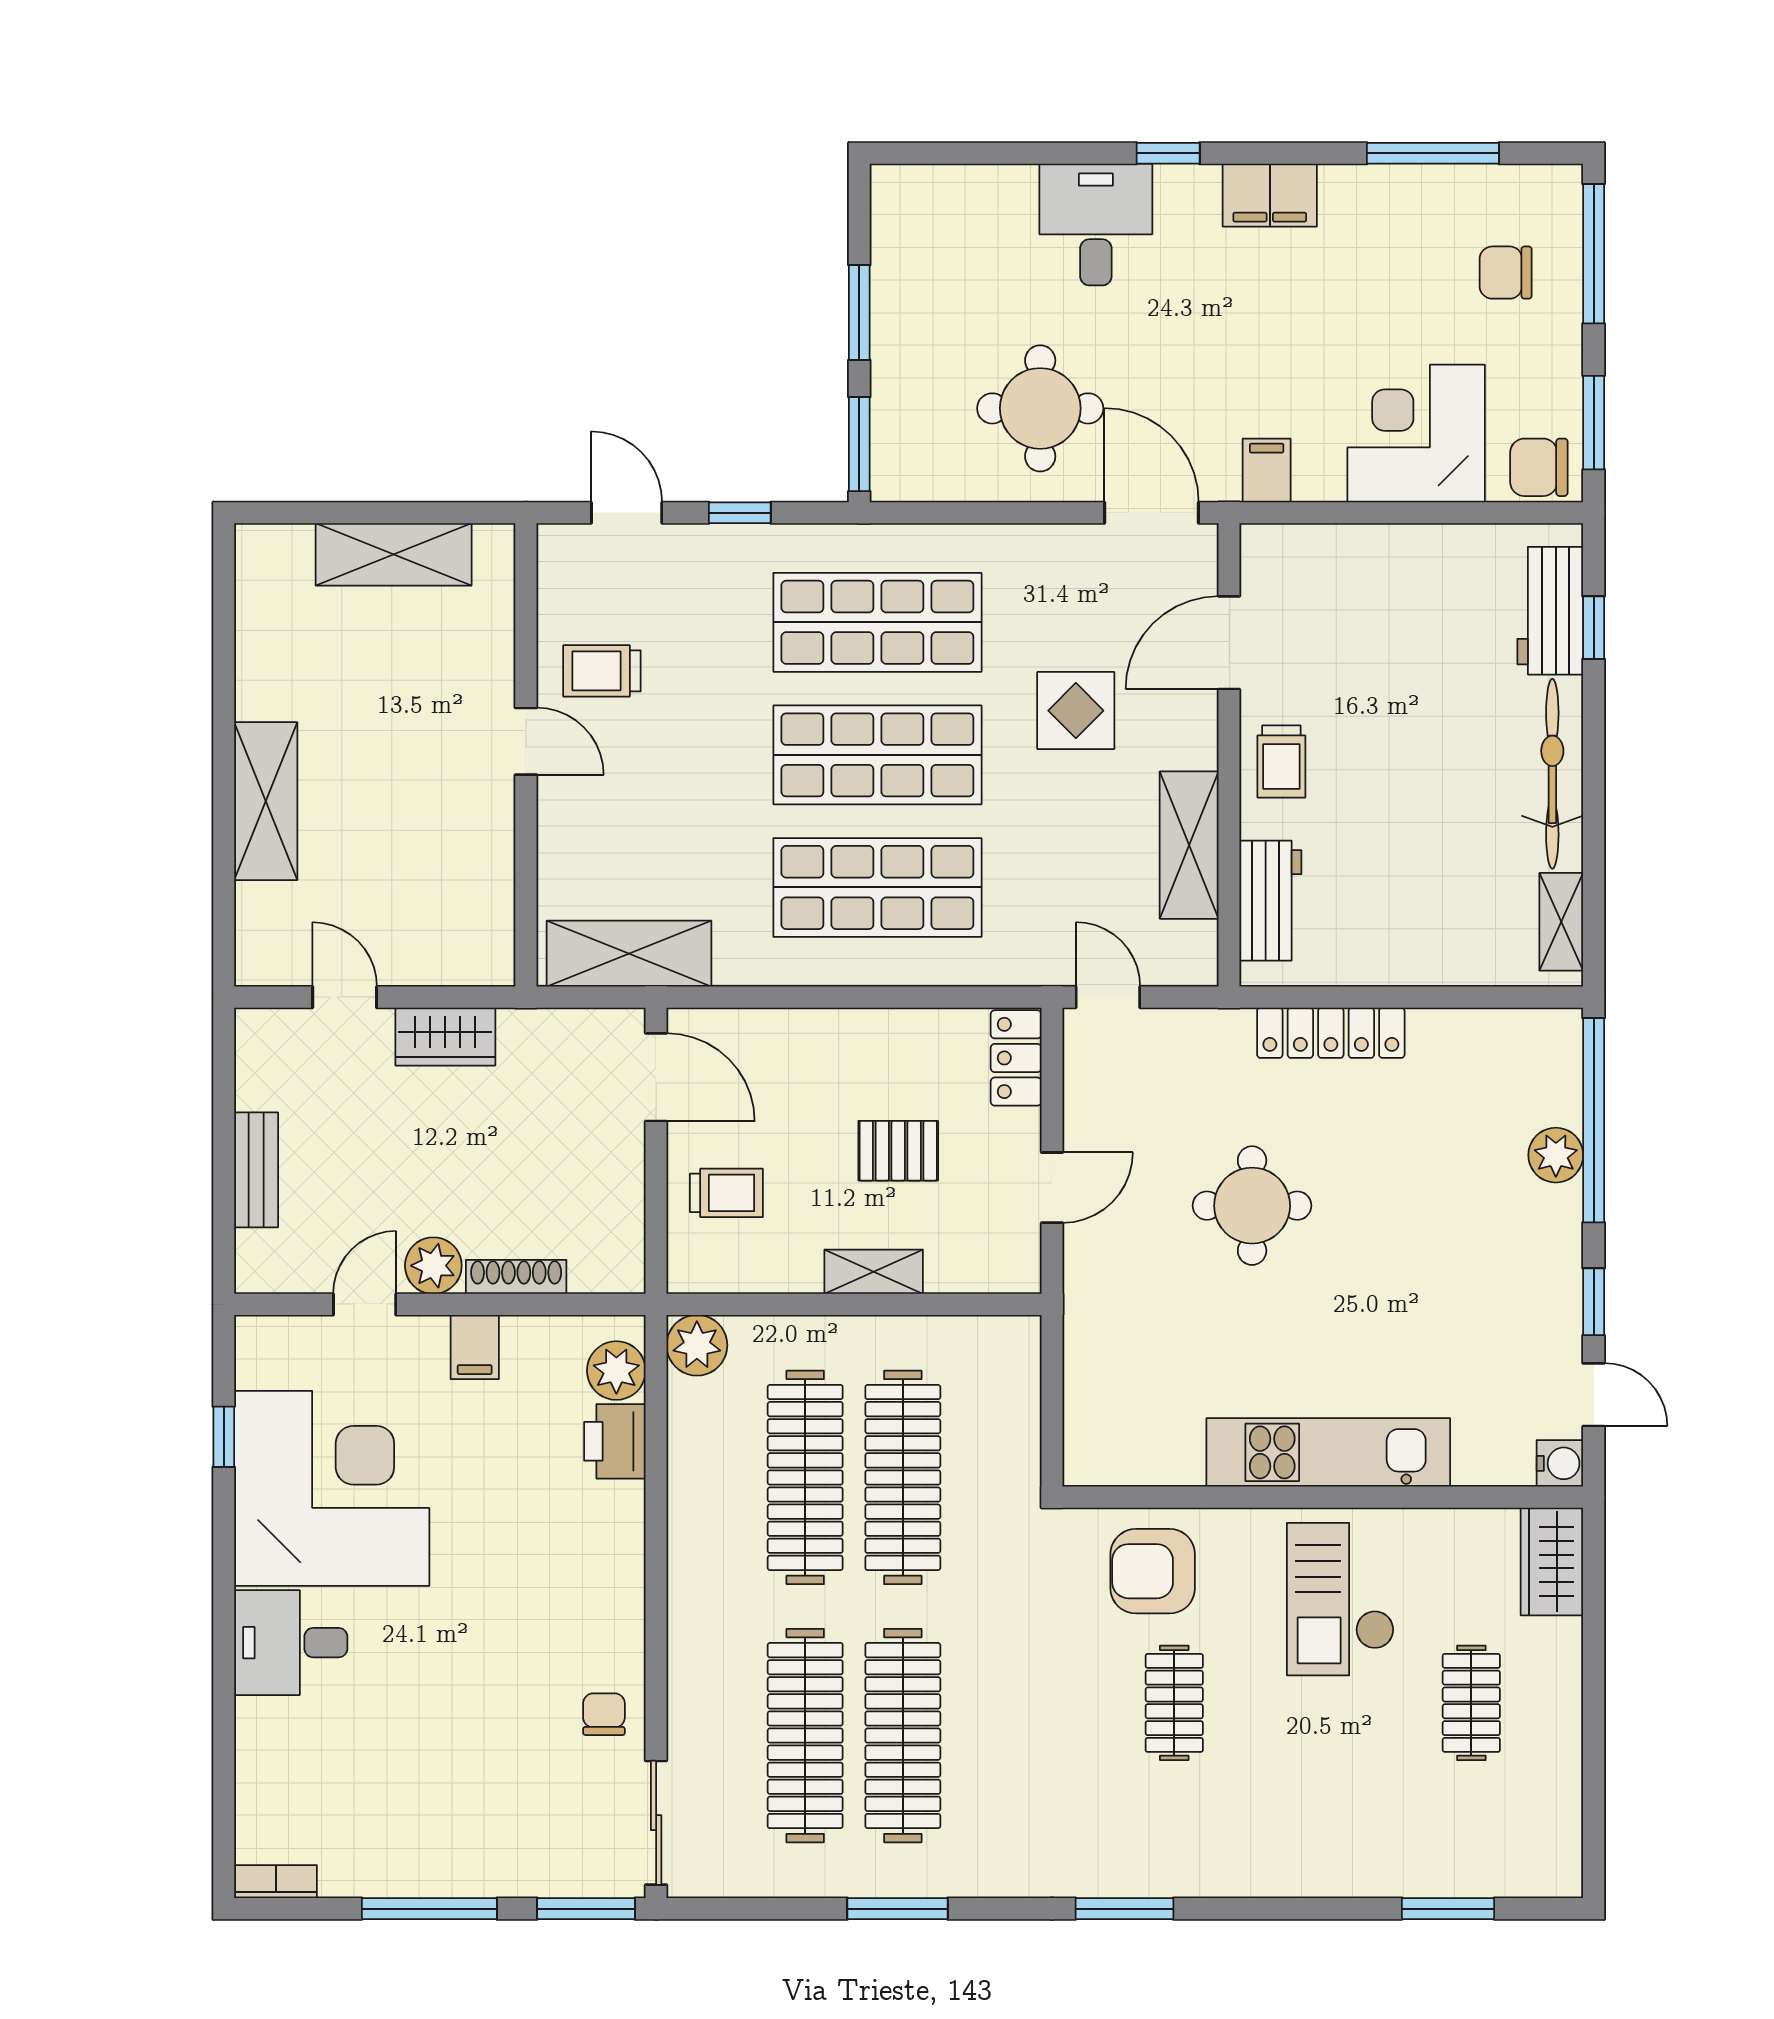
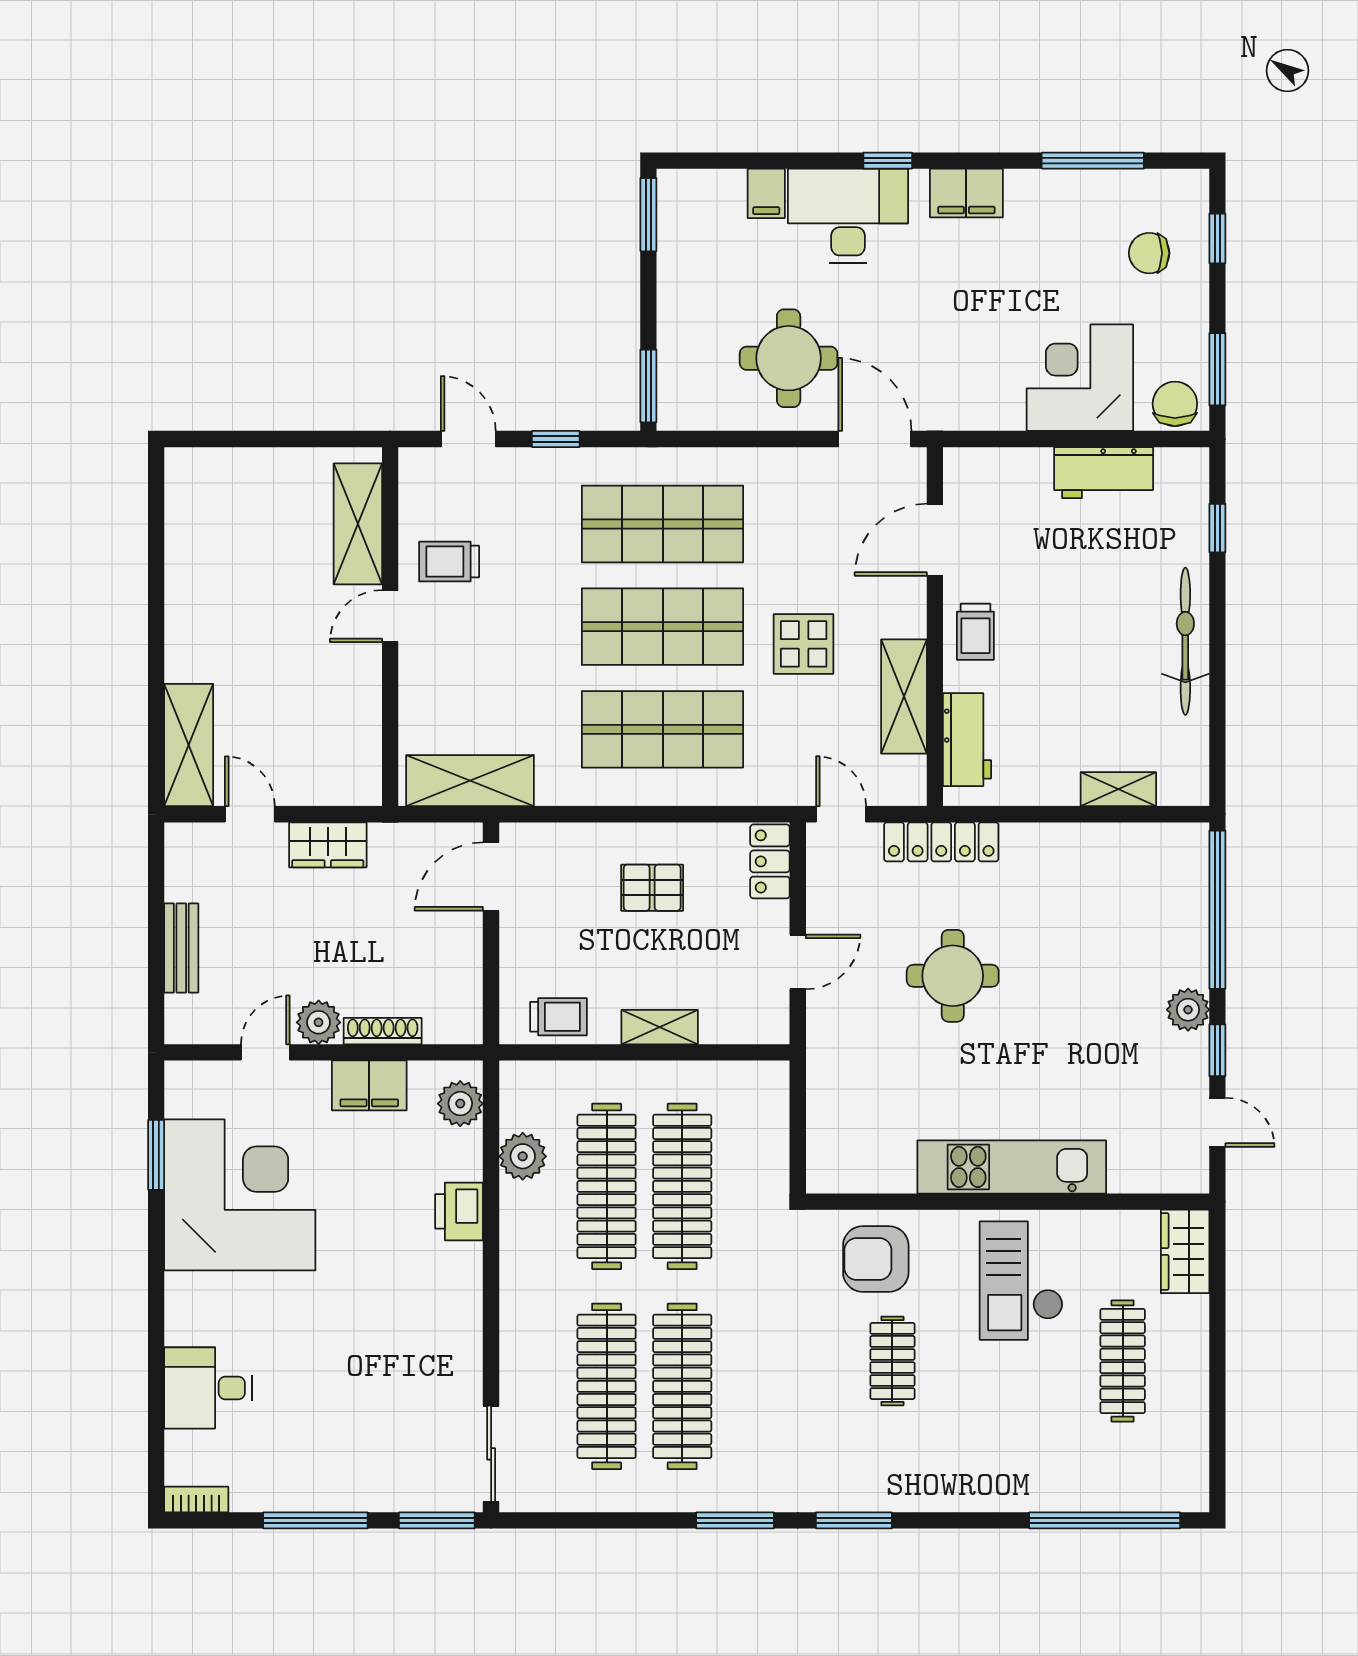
desk: (1096, 225) -> (848, 216), width x1.37
window: (1594, 254) -> (1217, 238), width x0.46
window: (859, 313) -> (648, 215), moved
chair: (1539, 467) -> (1175, 404), turned 90
filing cabinet: (1267, 470) -> (766, 193), moved, turned 180
shelving: (394, 554) -> (358, 524), moved, turned 90
workbench: (1550, 611) -> (1104, 473), moved, turned -90
display table: (1076, 711) -> (804, 644), moved
door: (526, 741) -> (390, 616), swing flipped
shelving: (266, 801) -> (189, 745), moved
shelving: (1561, 922) -> (1118, 789), moved, turned 90
locker: (1331, 1033) -> (941, 842), moved
door: (656, 1077) -> (491, 876), swing flipped
pallet: (898, 1151) -> (652, 888), moved
plant: (1556, 1155) -> (1188, 1010), moved
trolley: (726, 1193) -> (558, 1017), moved
plant: (697, 1345) -> (523, 1156), moved
filing cabinet: (475, 1347) -> (369, 1085), width x2.00
window: (224, 1437) -> (156, 1155), width x1.50
printer: (615, 1441) -> (459, 1211), moved
water cooler: (1560, 1463) -> (1191, 1175), removed
desk: (291, 1643) -> (208, 1388), moved
clothes rail: (1471, 1703) -> (1123, 1361), width x1.36
chair: (604, 1714) -> (451, 1370), removed
window: (898, 1909) -> (735, 1520), moved
window: (1448, 1909) -> (1105, 1520), width x2.11

